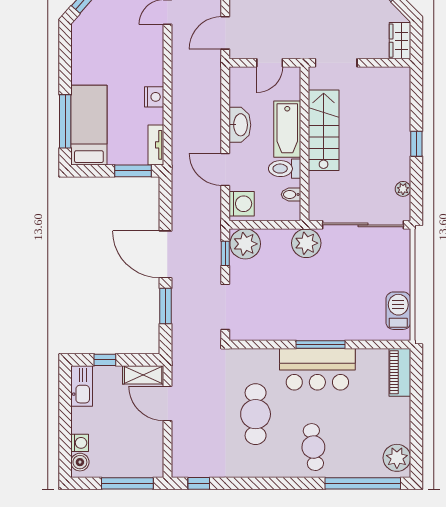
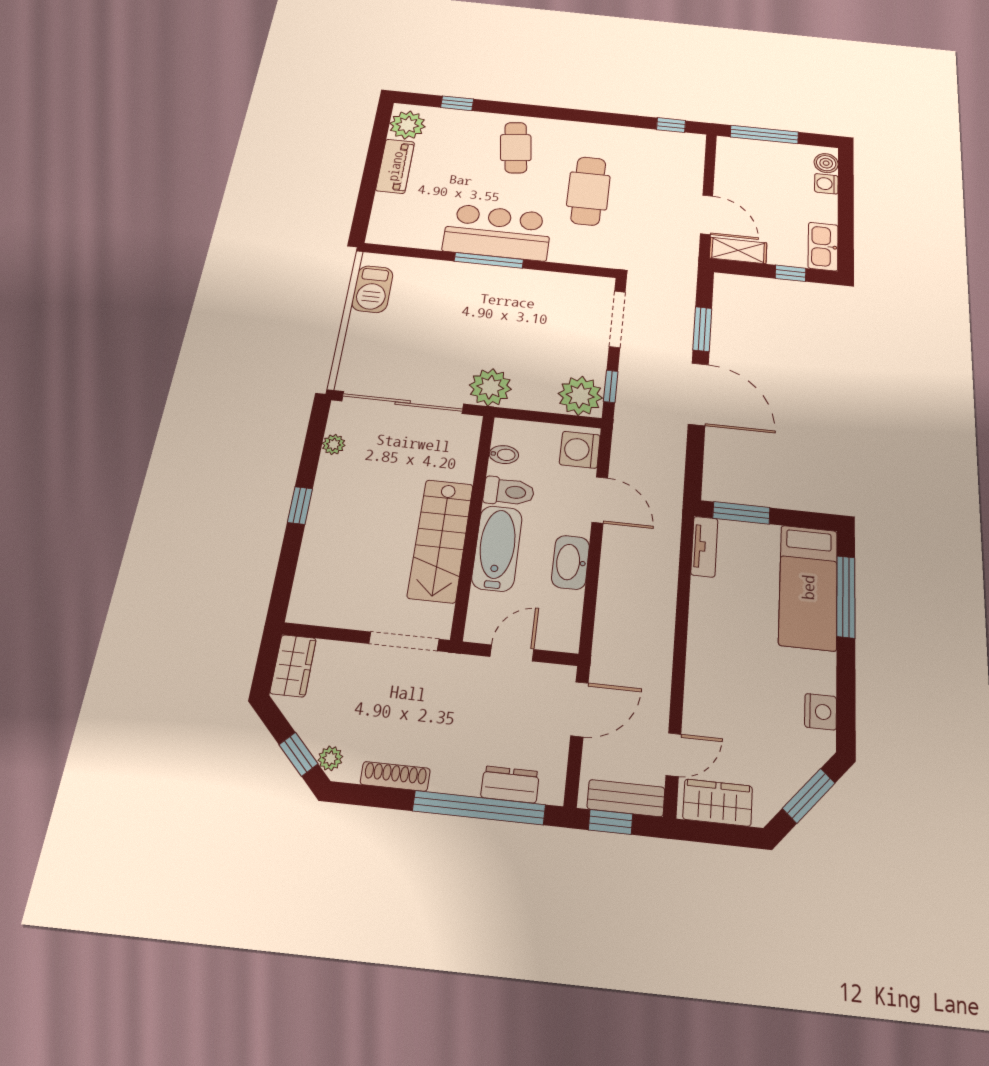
nightstand: (154, 97) -> (821, 712), moved, turned 180
piano: (400, 372) -> (395, 166), moved
window: (363, 483) -> (457, 103), width x0.32

